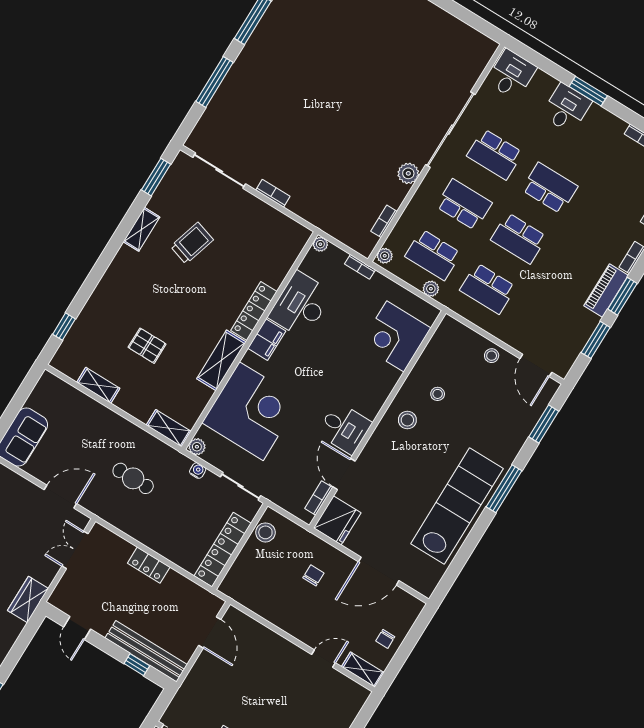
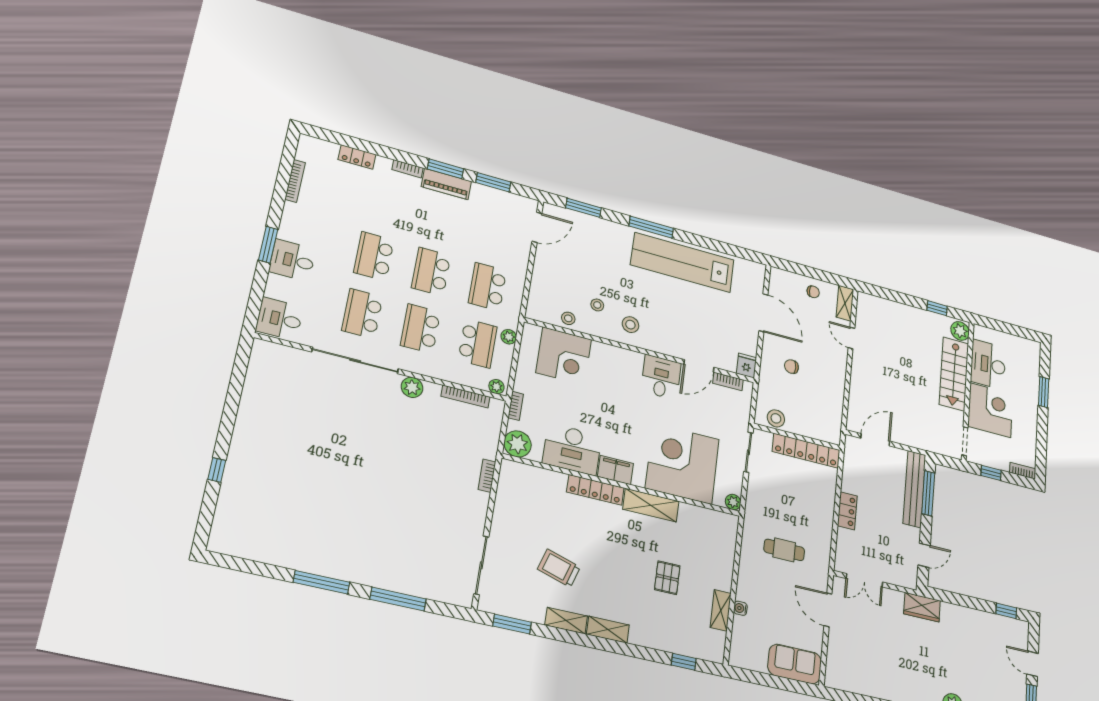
school desk: (495, 154) -> (362, 314), turned 180
bookcase: (273, 193) -> (487, 476), moved
bookcase: (384, 221) -> (466, 397), width x1.56
school desk: (519, 238) -> (431, 271), turned 180
plant: (320, 244) -> (518, 444), width x1.88, depth x1.88
school desk: (488, 289) -> (487, 287), turned 180
stool: (492, 356) -> (568, 318), moved
shelving: (169, 428) -> (608, 630), moved, turned 90
water cooler: (198, 471) -> (740, 608), moved
cafe table: (133, 478) -> (784, 550), turned 90
fridge: (337, 520) -> (746, 366), width x0.53, depth x0.75
window: (137, 665) -> (928, 493), width x2.17

